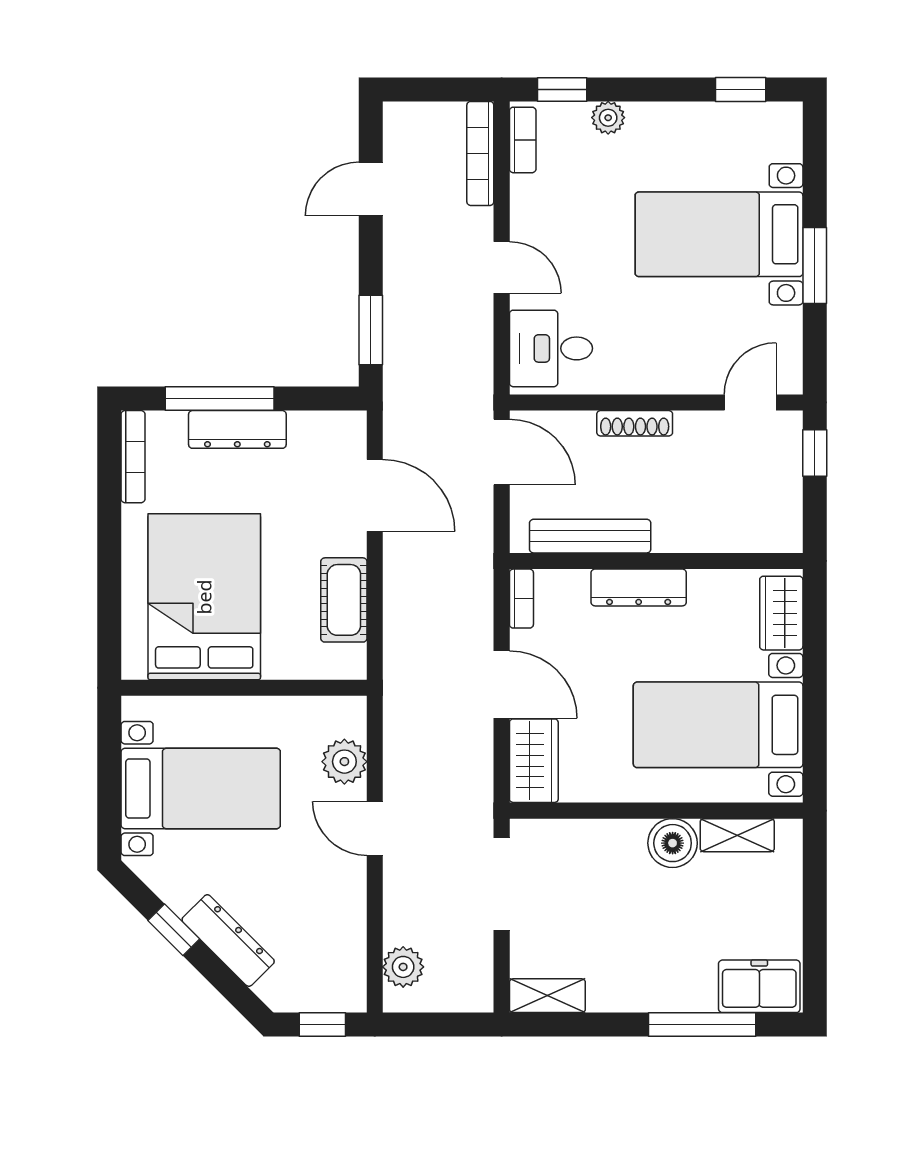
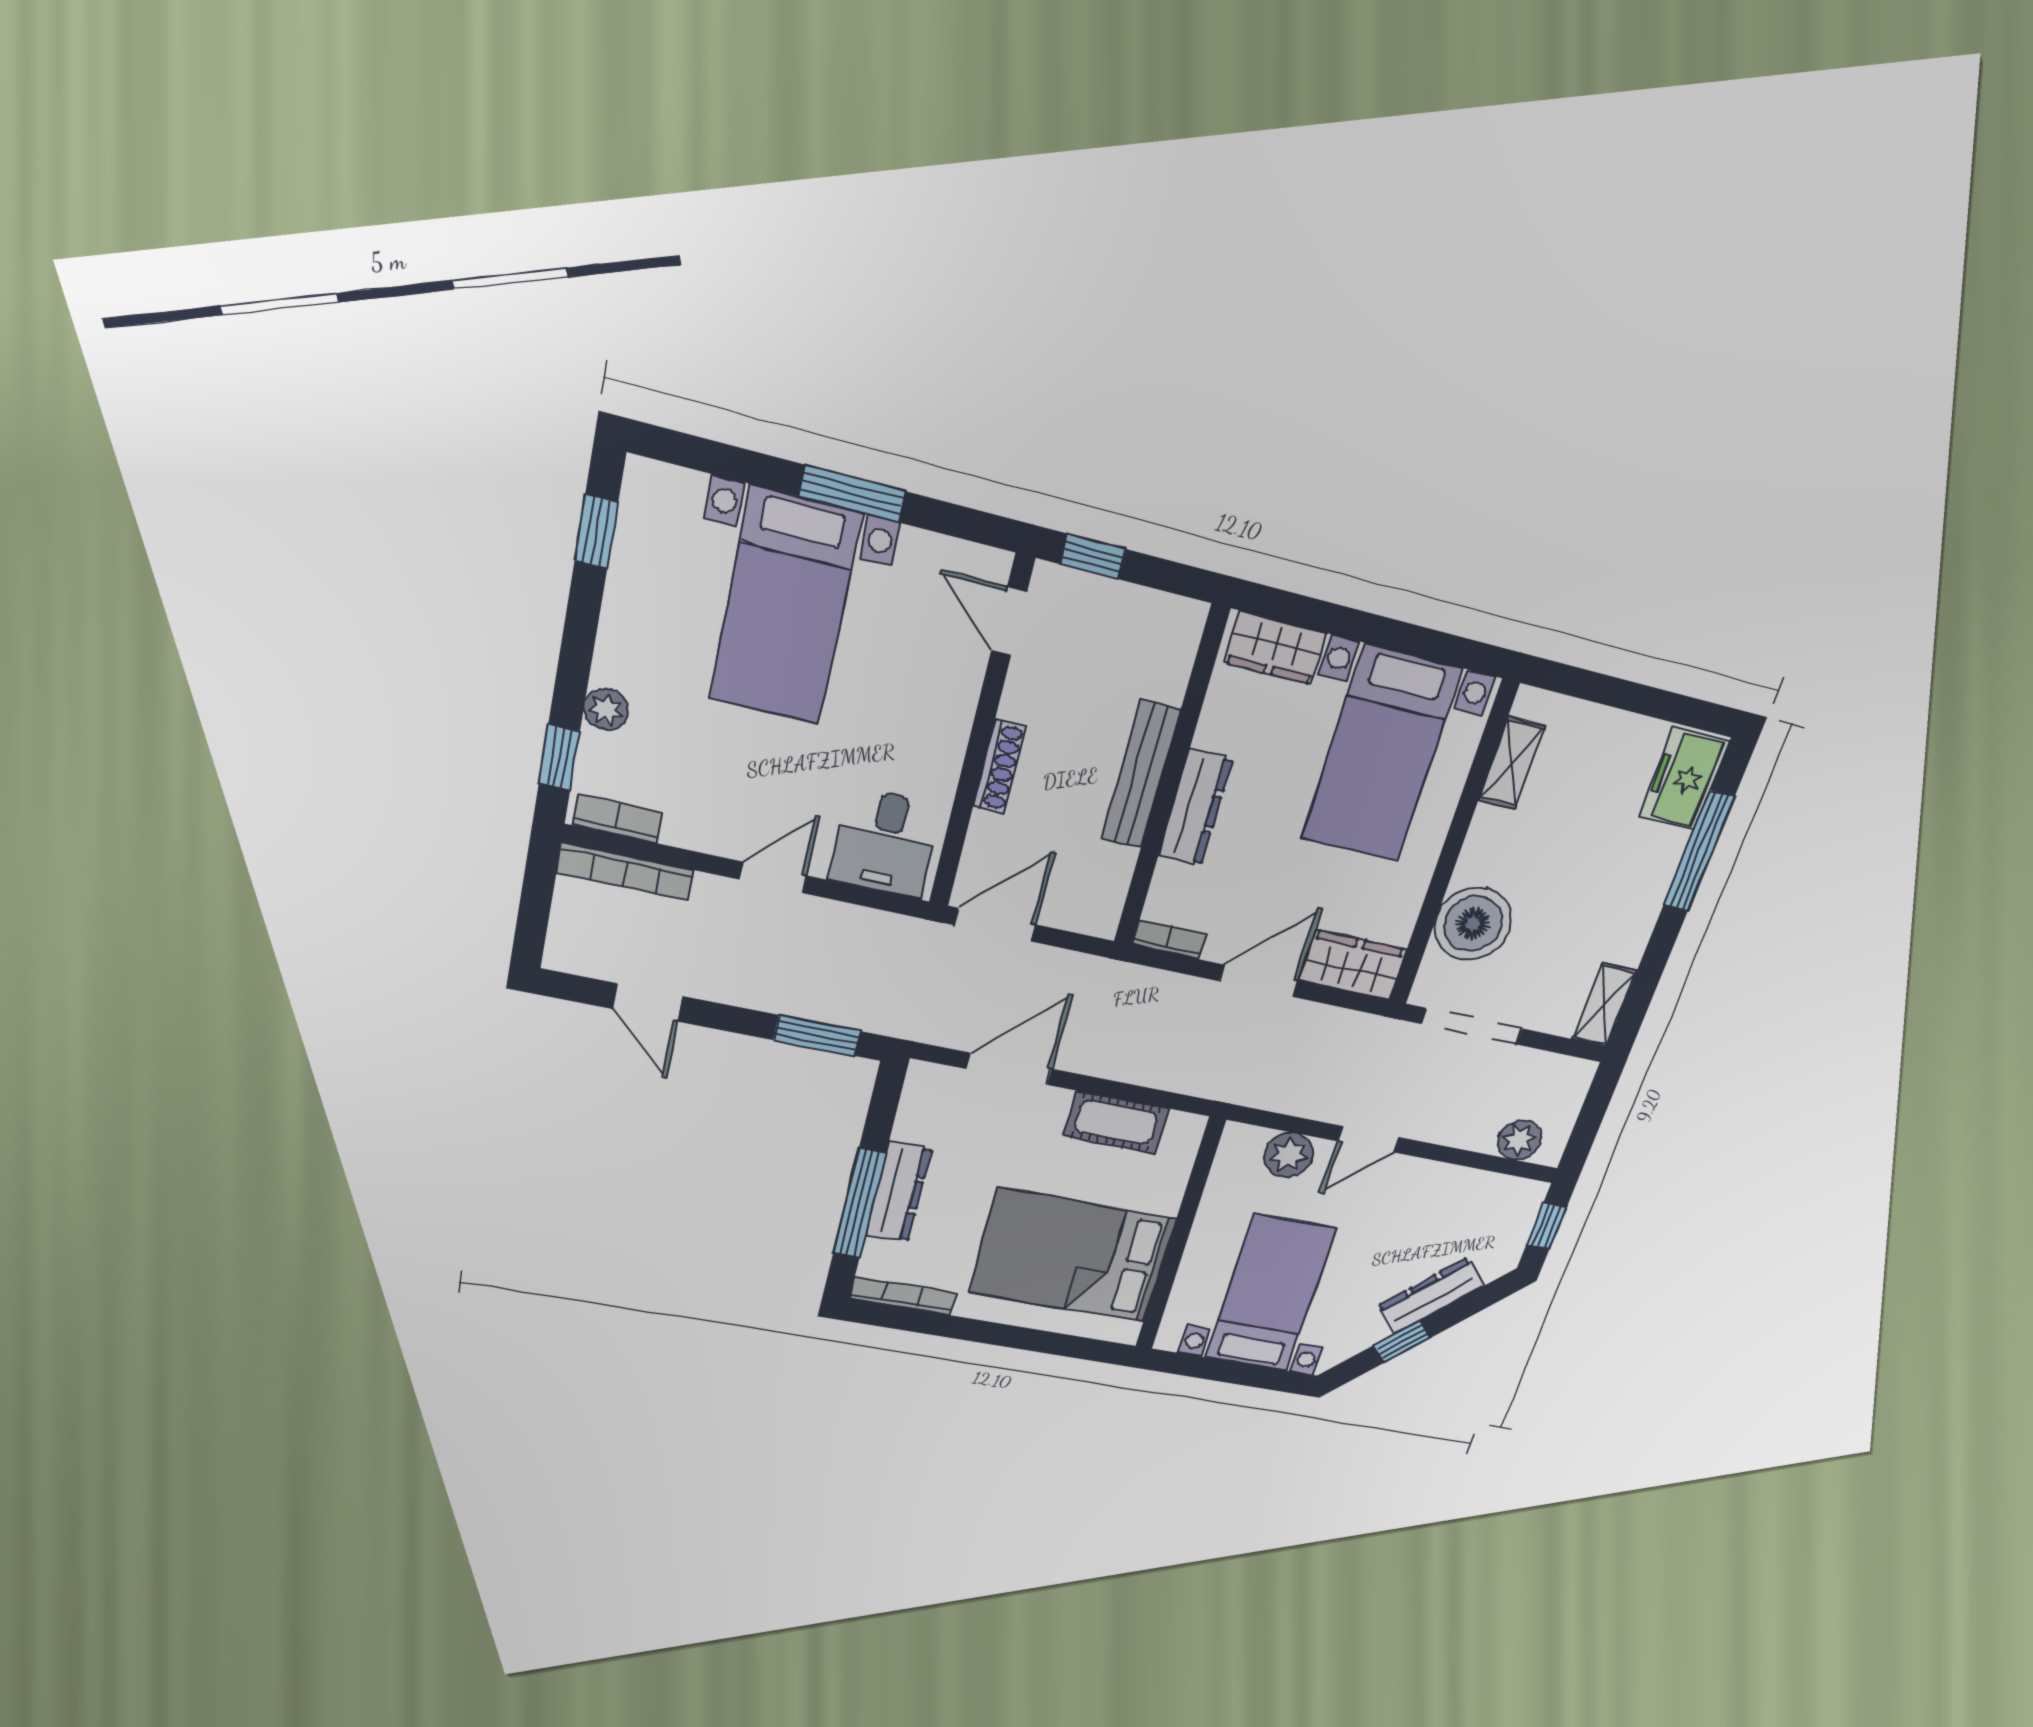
bench: (590, 536) -> (1141, 775), moved
boiler: (673, 843) -> (1473, 924), moved, width x1.37, depth x1.37

